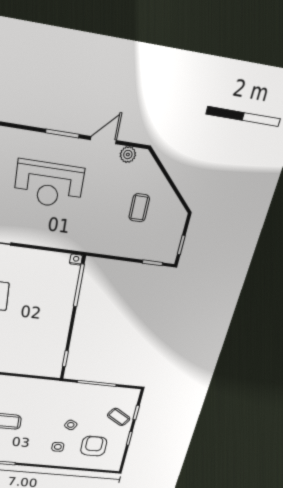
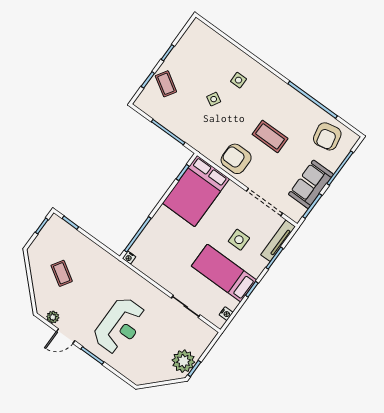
reception desk: (49, 184) -> (120, 326), turned 90
coffee table: (139, 208) -> (62, 273), turned -58
bed: (44, 350) -> (196, 191), added
armchair: (94, 446) -> (236, 159), moved, turned 90

